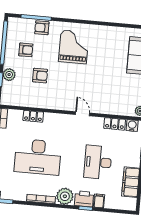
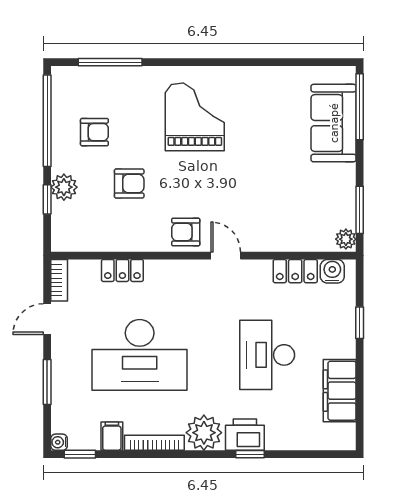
armchair: (42, 28) -> (186, 232), moved
filing cabinet: (99, 201) -> (112, 436), moved

